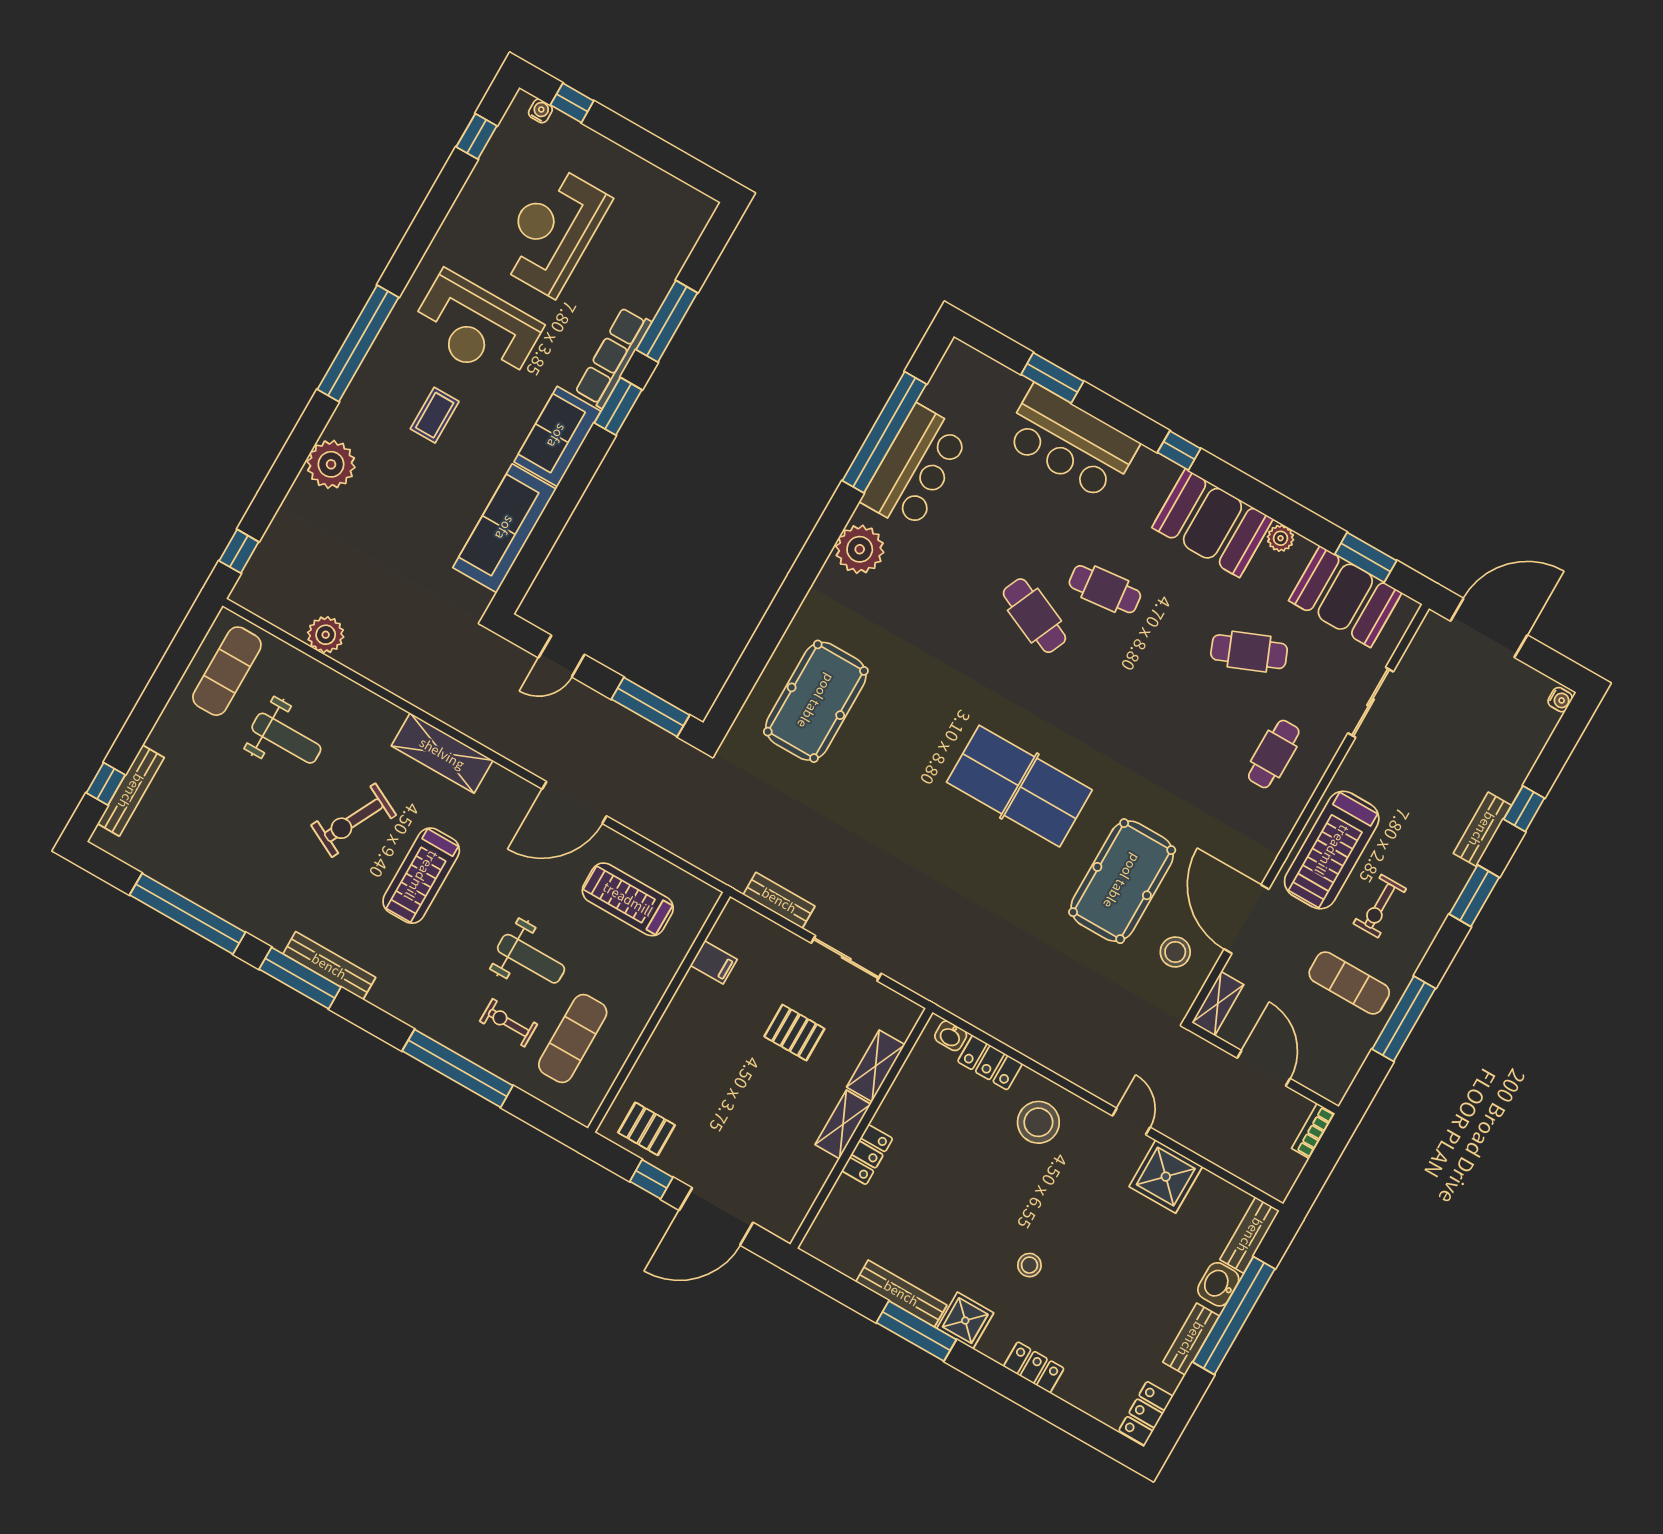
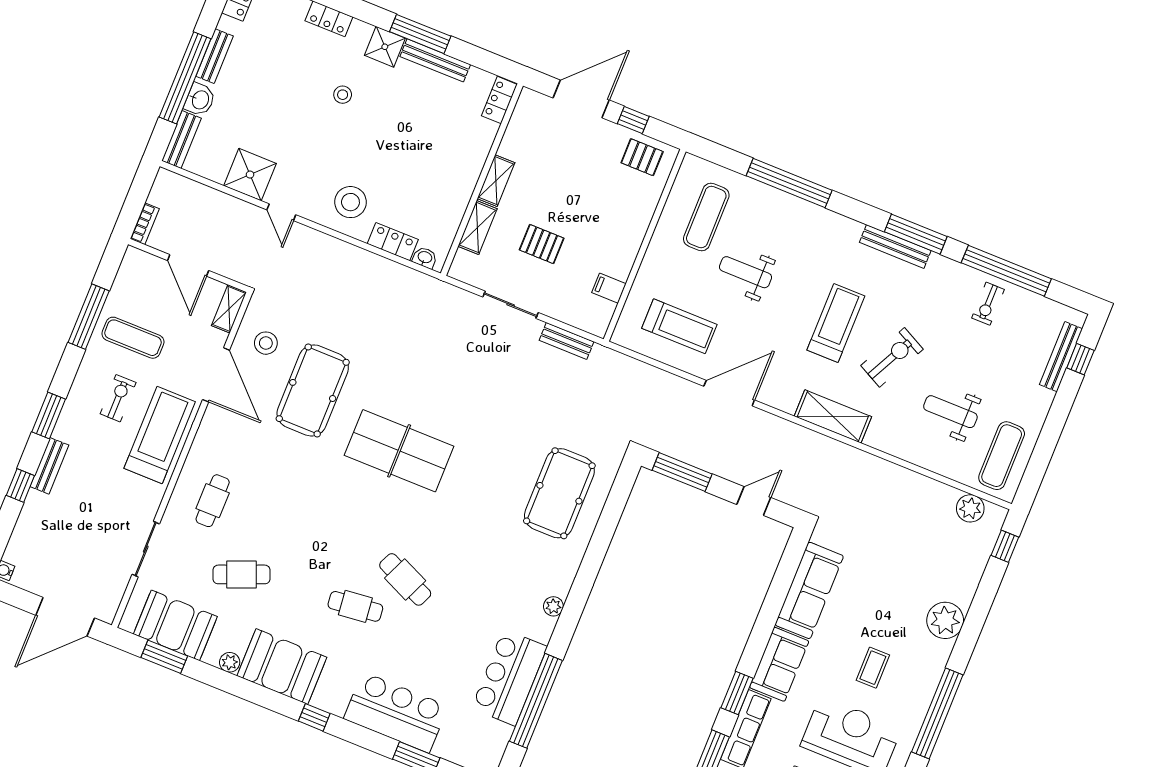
plant: (860, 549) -> (553, 606), width x0.53, depth x0.53
plant: (326, 635) -> (970, 508), moved
exercise bike: (508, 1023) -> (988, 304), moved, turned 90
locker: (867, 1155) -> (499, 100), moved

